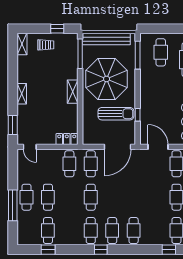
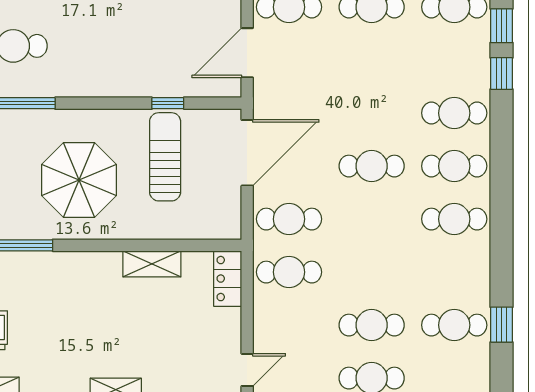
parasol: (107, 79) -> (79, 180), width x0.73, depth x0.73
shelving: (73, 92) -> (152, 264), moved
door: (118, 147) -> (247, 153), hinge flipped
cafe table: (91, 197) -> (372, 166), moved
window: (101, 250) -> (501, 73), moved

